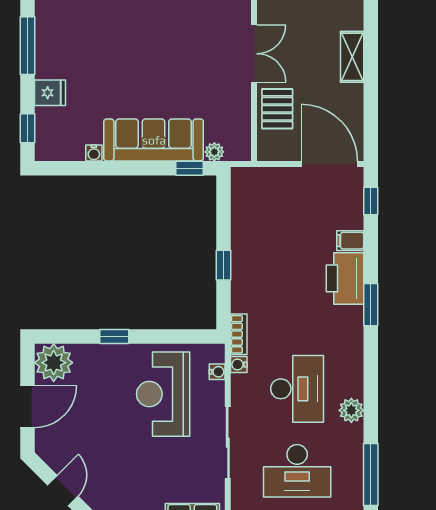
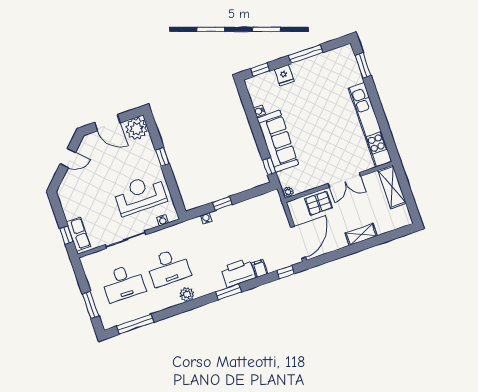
plant: (214, 152) -> (288, 192), moved
bookcase: (239, 334) -> (187, 225), removed
water cooler: (239, 364) -> (206, 218), moved
plant: (351, 410) -> (187, 294), moved
desk: (297, 471) -> (123, 283), turned -90

